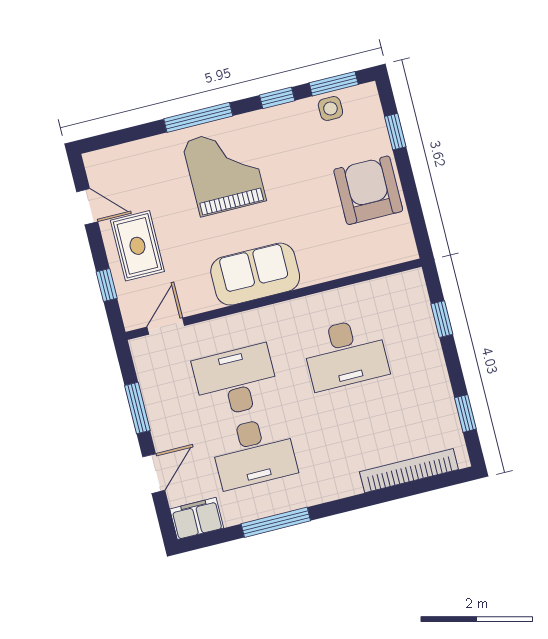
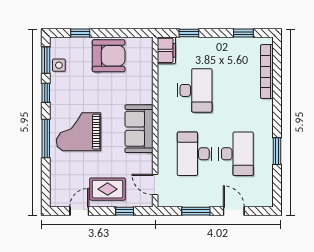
armchair: (368, 190) -> (109, 56), turned 180
filing cabinet: (197, 518) -> (166, 50), moved, turned 180
window: (276, 522) -> (277, 151), width x0.69

